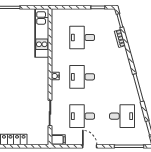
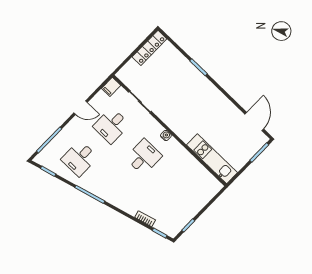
desk: (82, 38) -> (176, 188), removed
desk: (82, 116) -> (111, 126), turned 180

